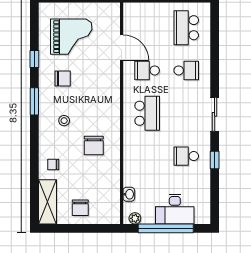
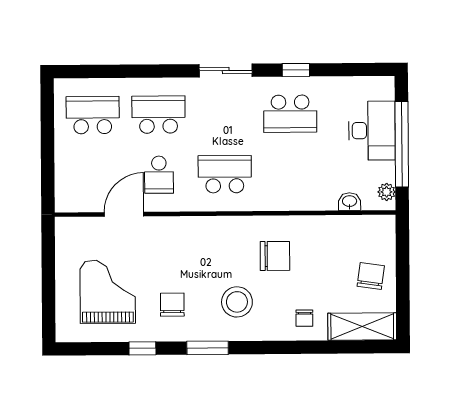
school desk: (186, 28) -> (93, 115), turned 180
school desk: (186, 70) -> (159, 115), width x1.85
stool: (64, 121) -> (237, 302), width x1.89, depth x1.89
school desk: (186, 156) -> (290, 114), width x1.85
chair: (80, 208) -> (371, 276), turned -82

